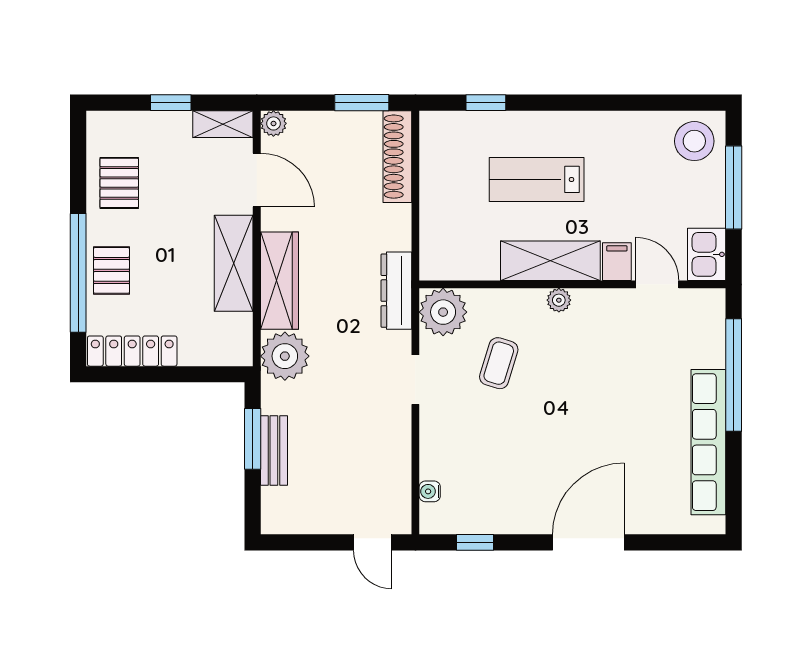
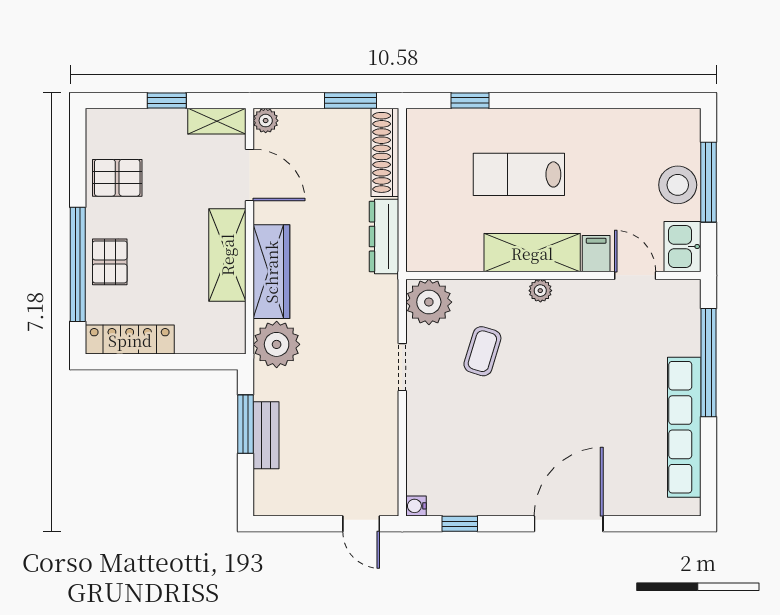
stool: (694, 141) -> (678, 185), moved
pallet: (119, 183) -> (117, 178), turned 90
dresser: (396, 291) -> (384, 237), moved
water cooler: (430, 491) -> (416, 506), moved

